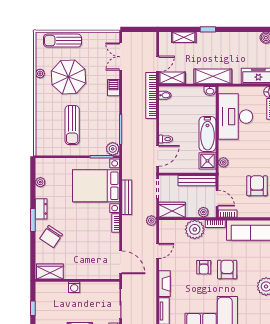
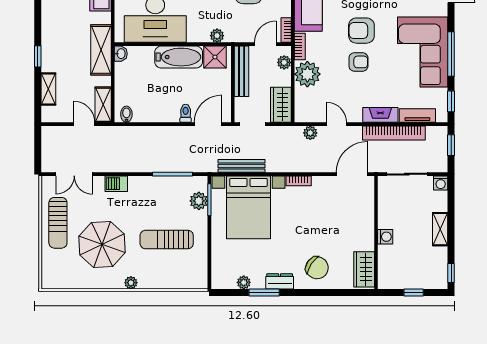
sun lounger: (62, 41) -> (58, 223), moved
plant: (40, 74) -> (131, 283), moved
bookcase: (151, 95) -> (394, 133), moved
sun lounger: (72, 125) -> (167, 240), turned 180
plant: (113, 149) -> (199, 201), moved
door: (158, 156) -> (208, 124), hinge flipped
bench: (127, 197) -> (241, 166), moved
window: (33, 220) -> (264, 292), moved
plant: (151, 221) -> (310, 133), moved

